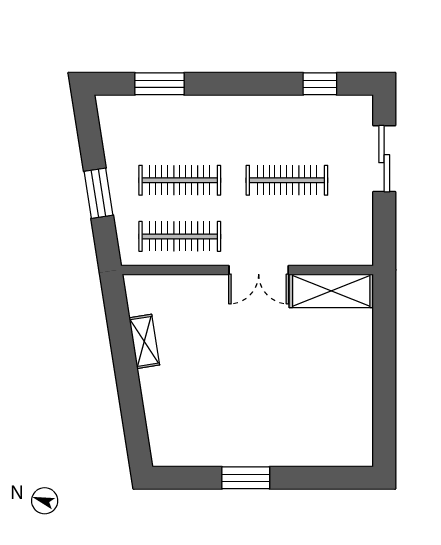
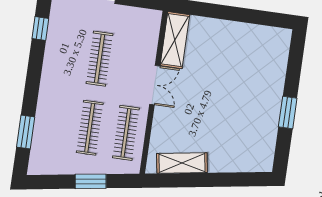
shelving: (144, 341) -> (182, 163), width x1.50, depth x1.33

